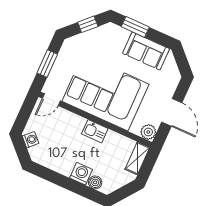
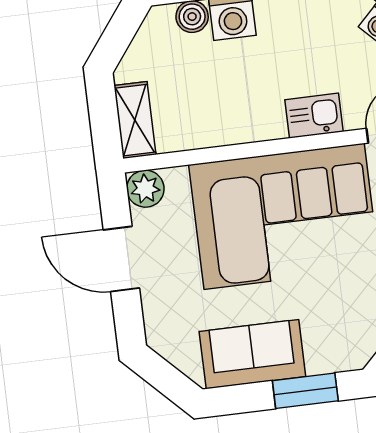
kitchen sink: (95, 131) -> (314, 116), moved

